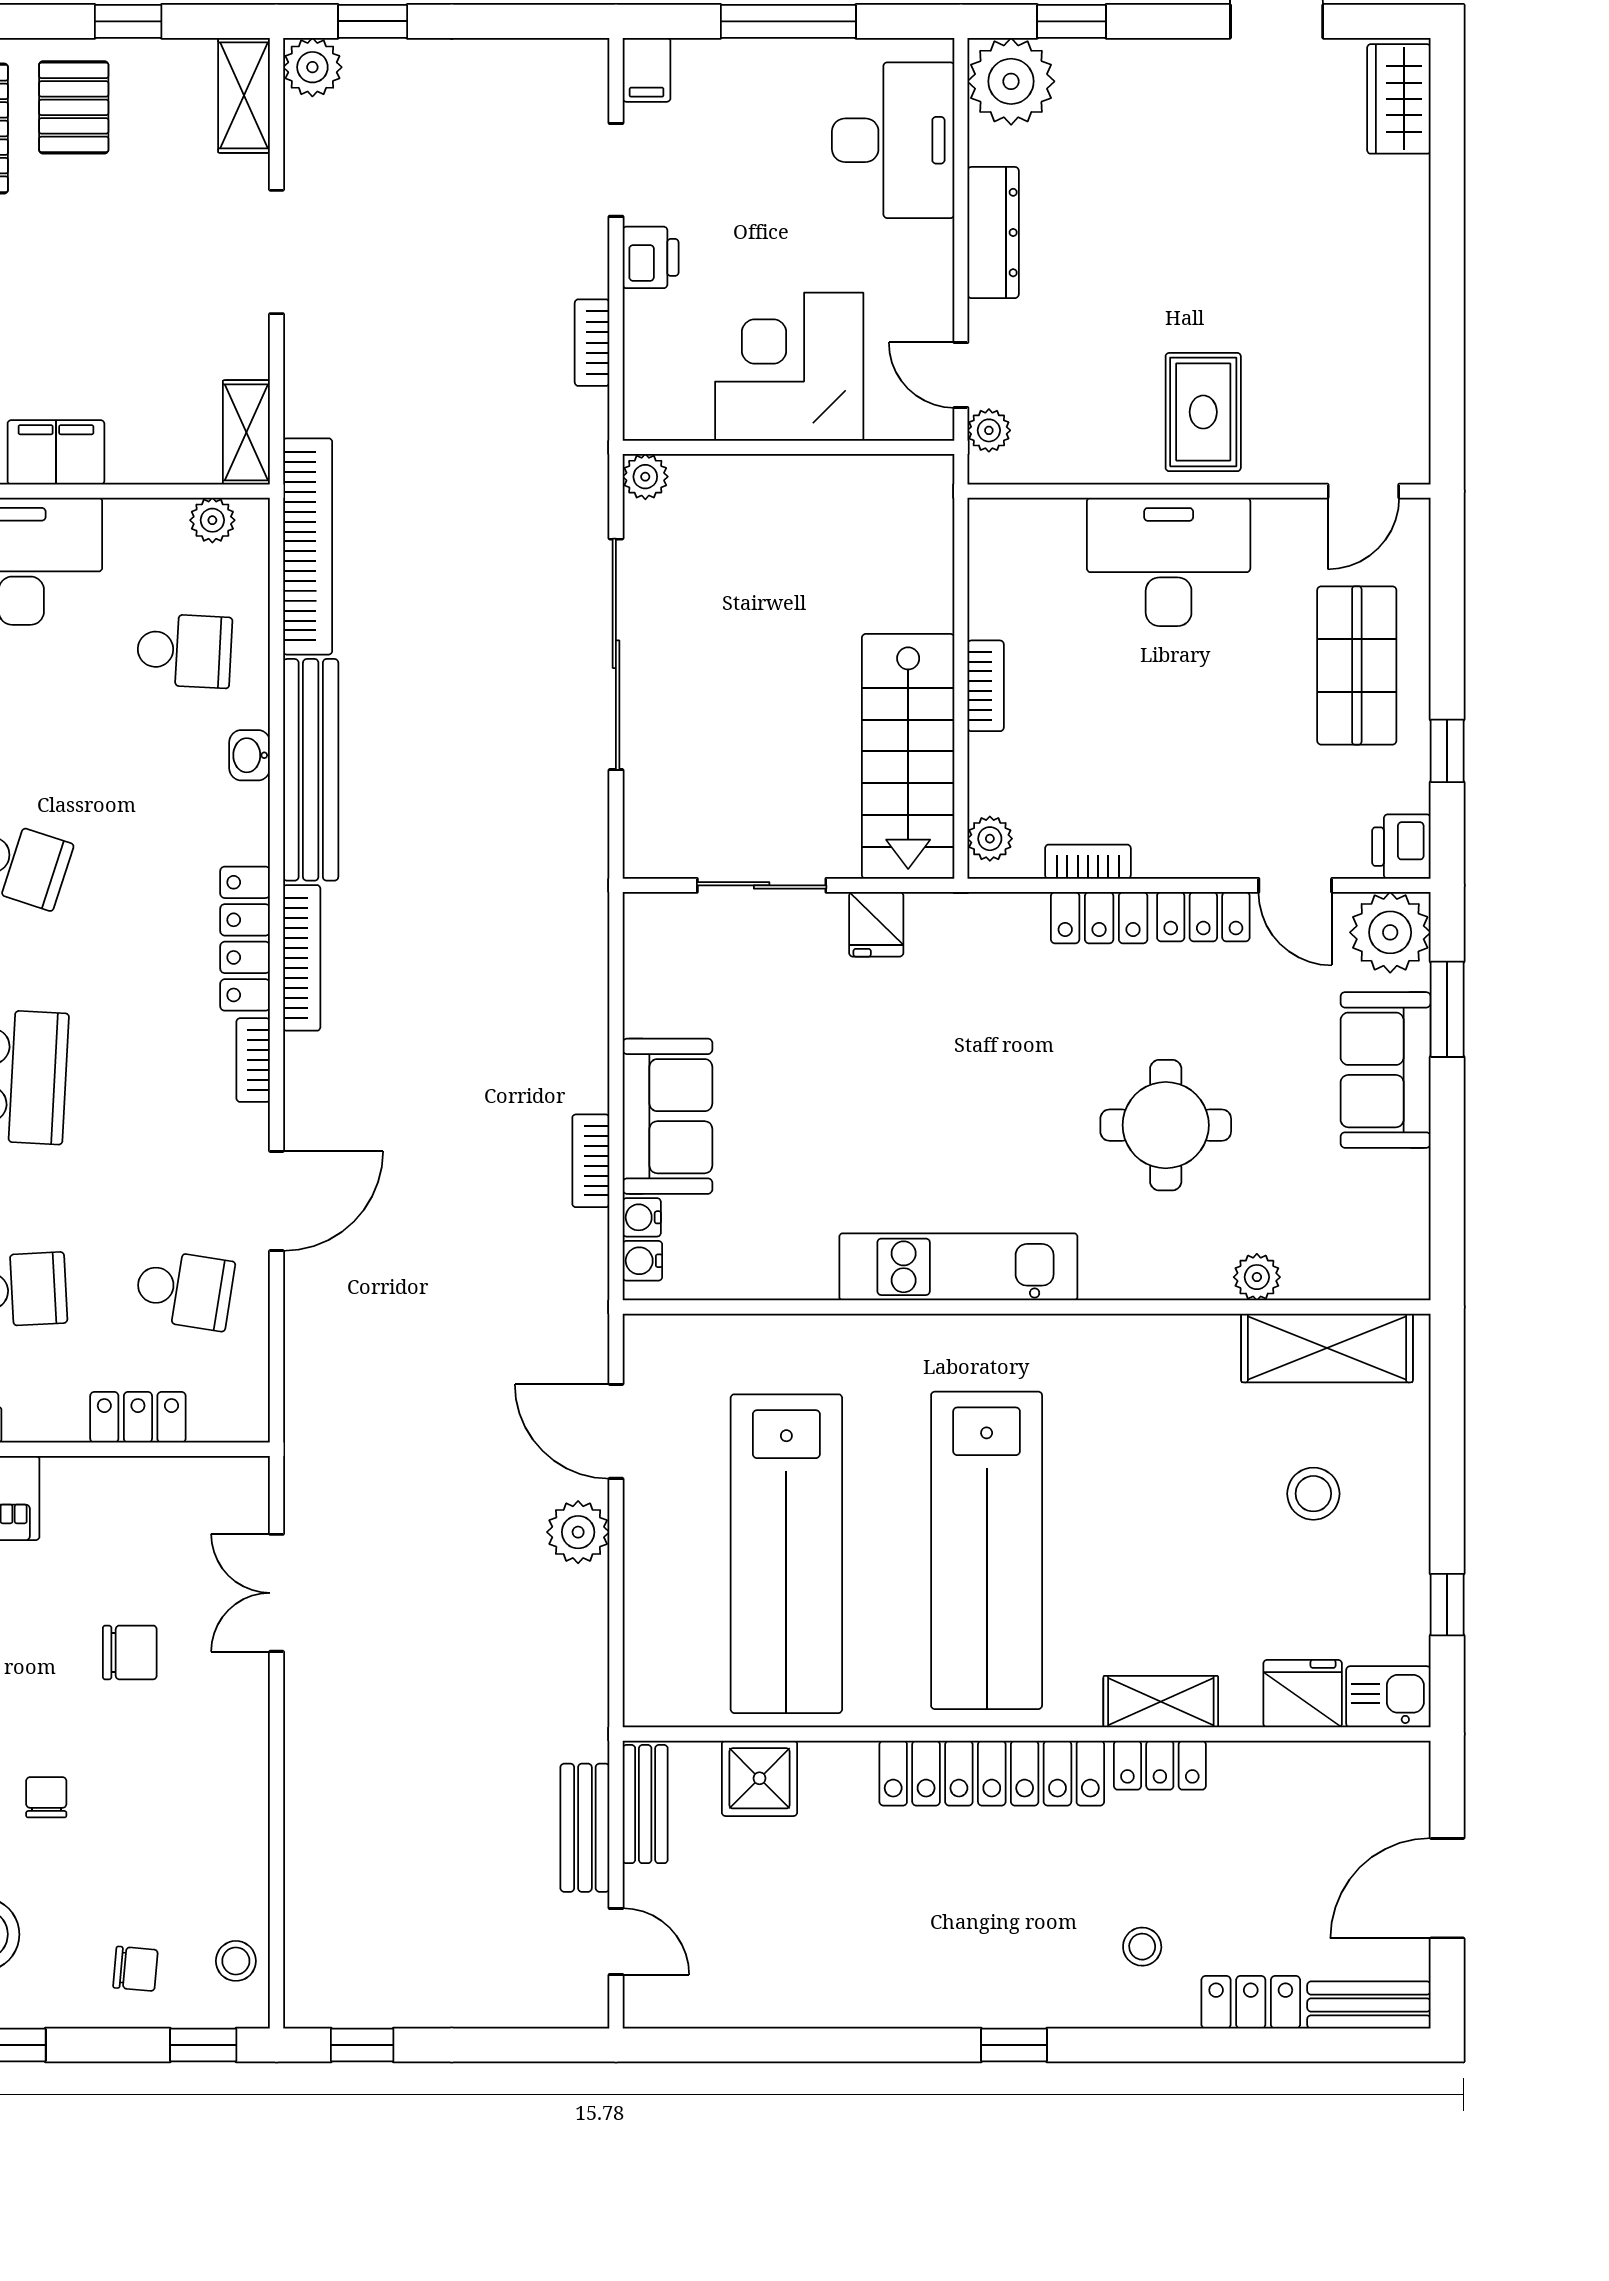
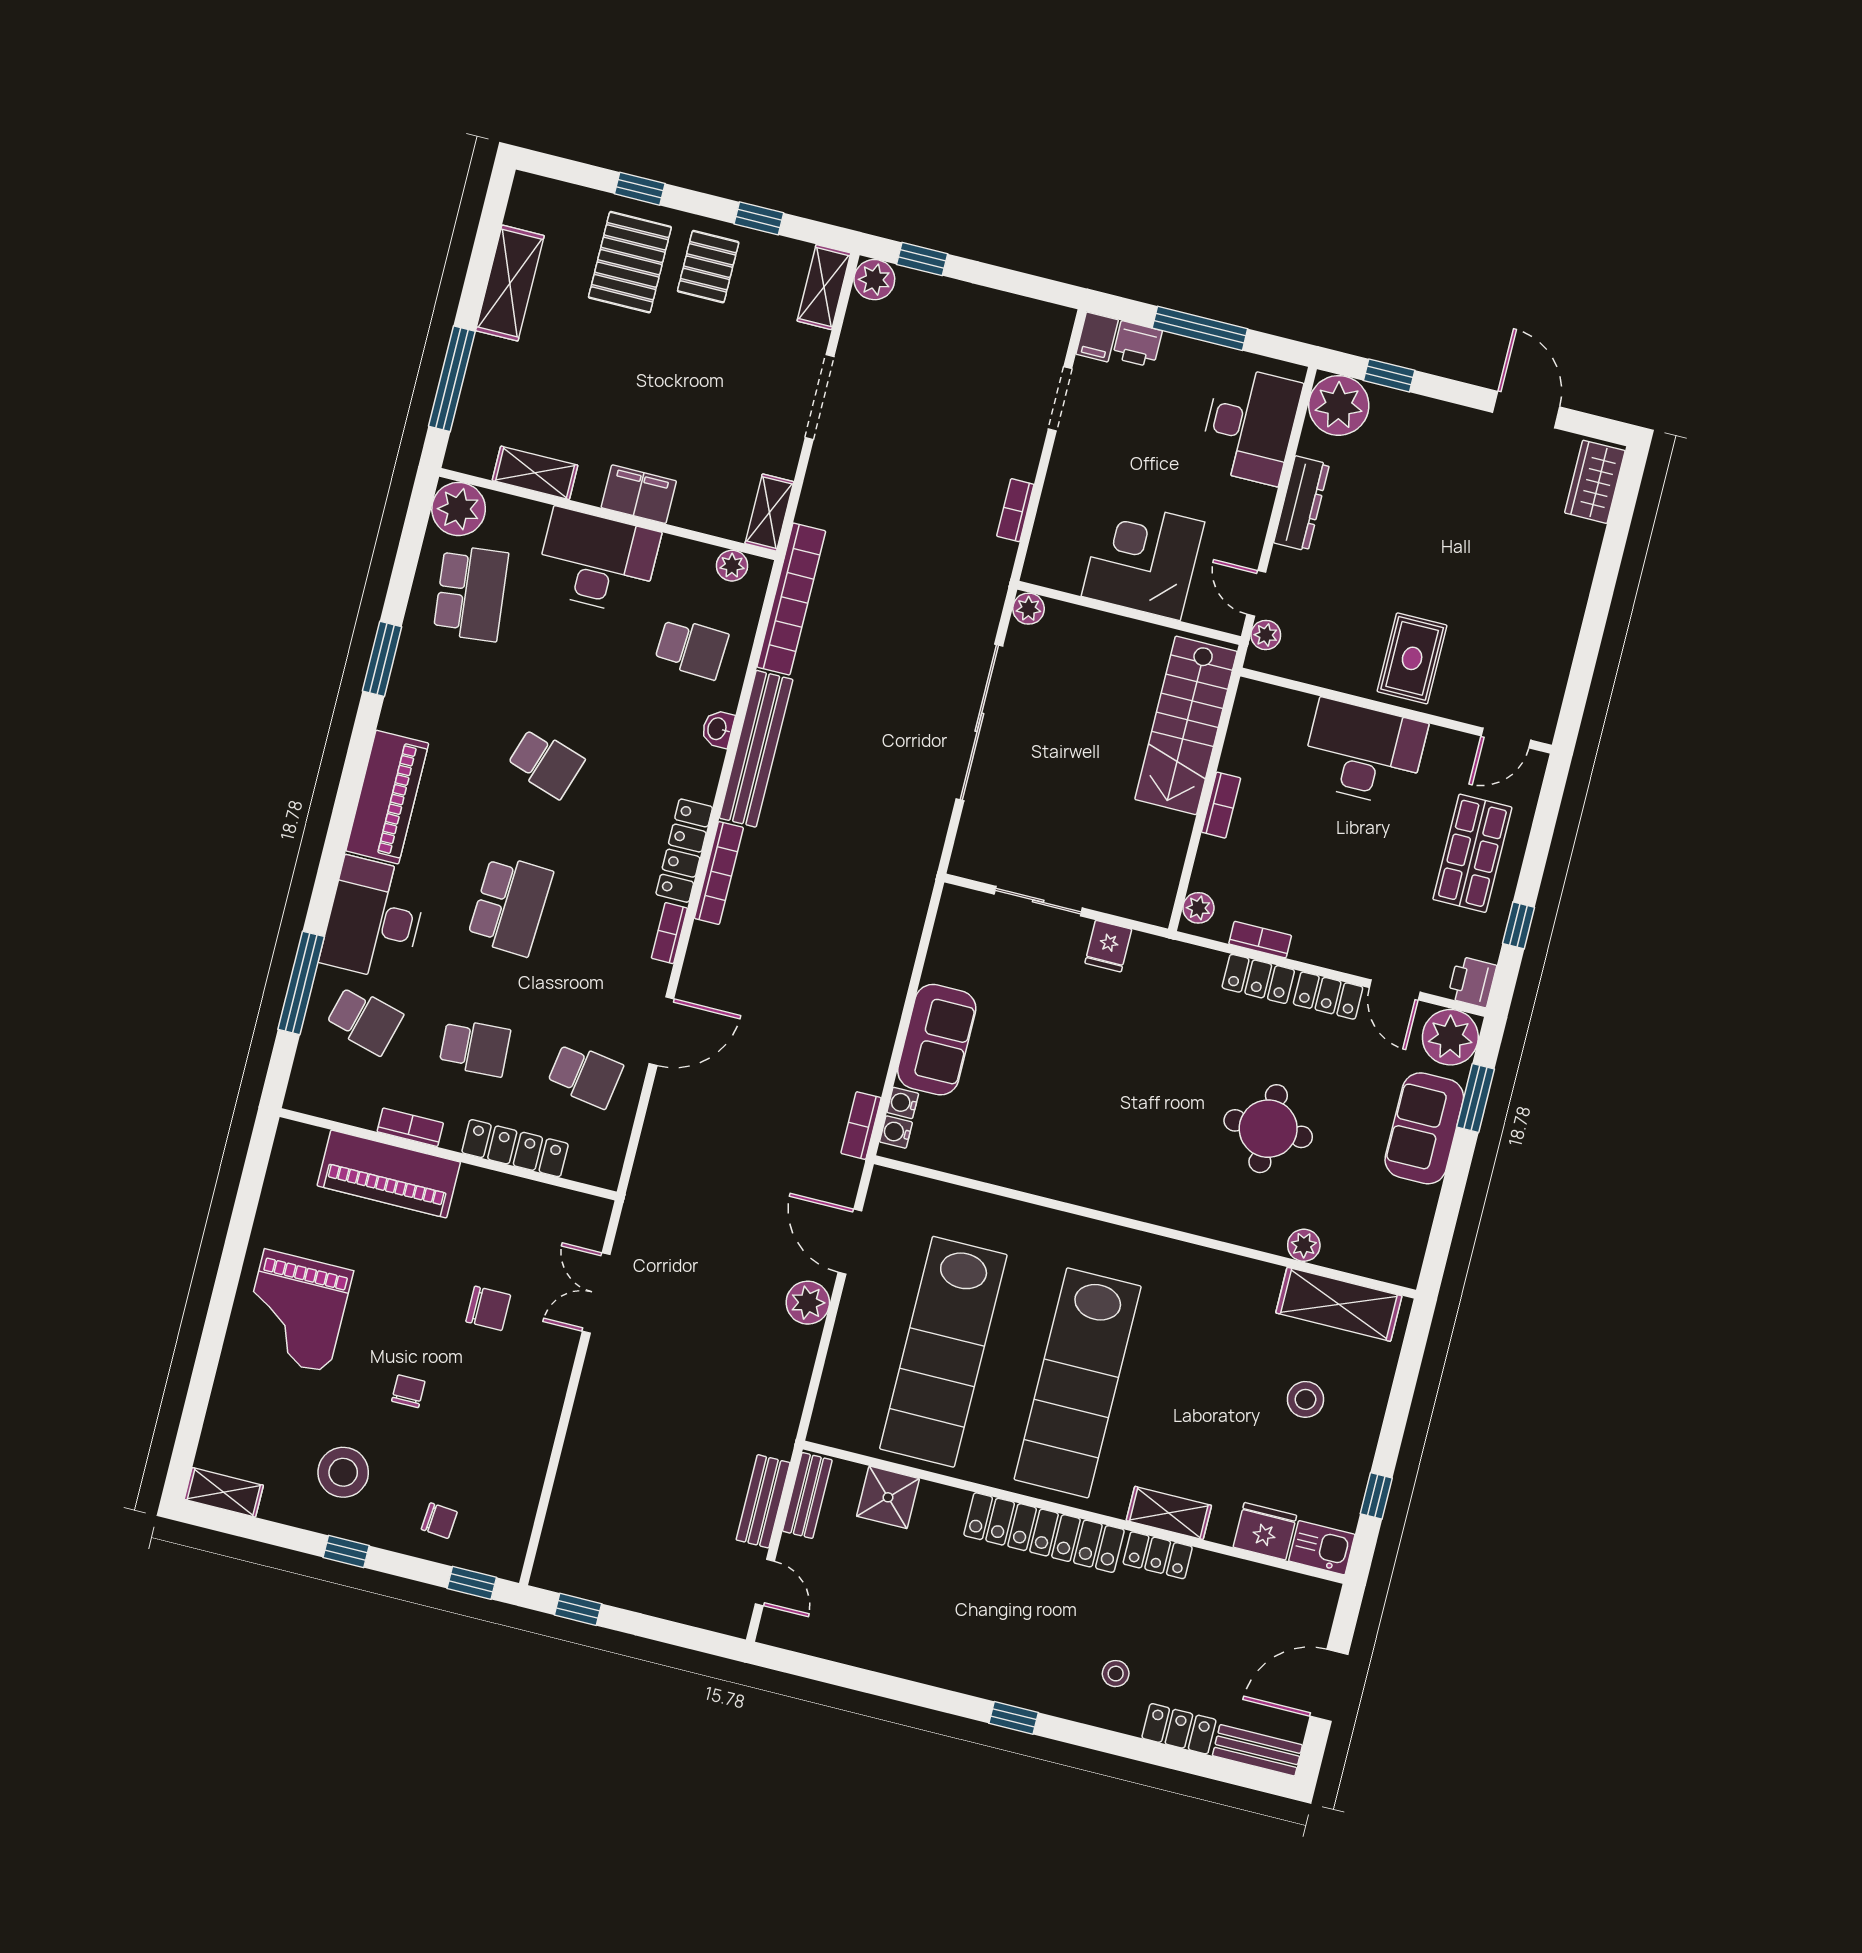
printer: (651, 257) -> (1137, 344), moved, turned 90
stairs: (908, 756) -> (1186, 725), moved
bookcase: (591, 1161) -> (861, 1126), moved
kitchen unit: (958, 1267) -> (1106, 1189), removed
locker: (138, 1417) -> (515, 1148), width x1.53
stool: (236, 1961) -> (508, 1532), removed

